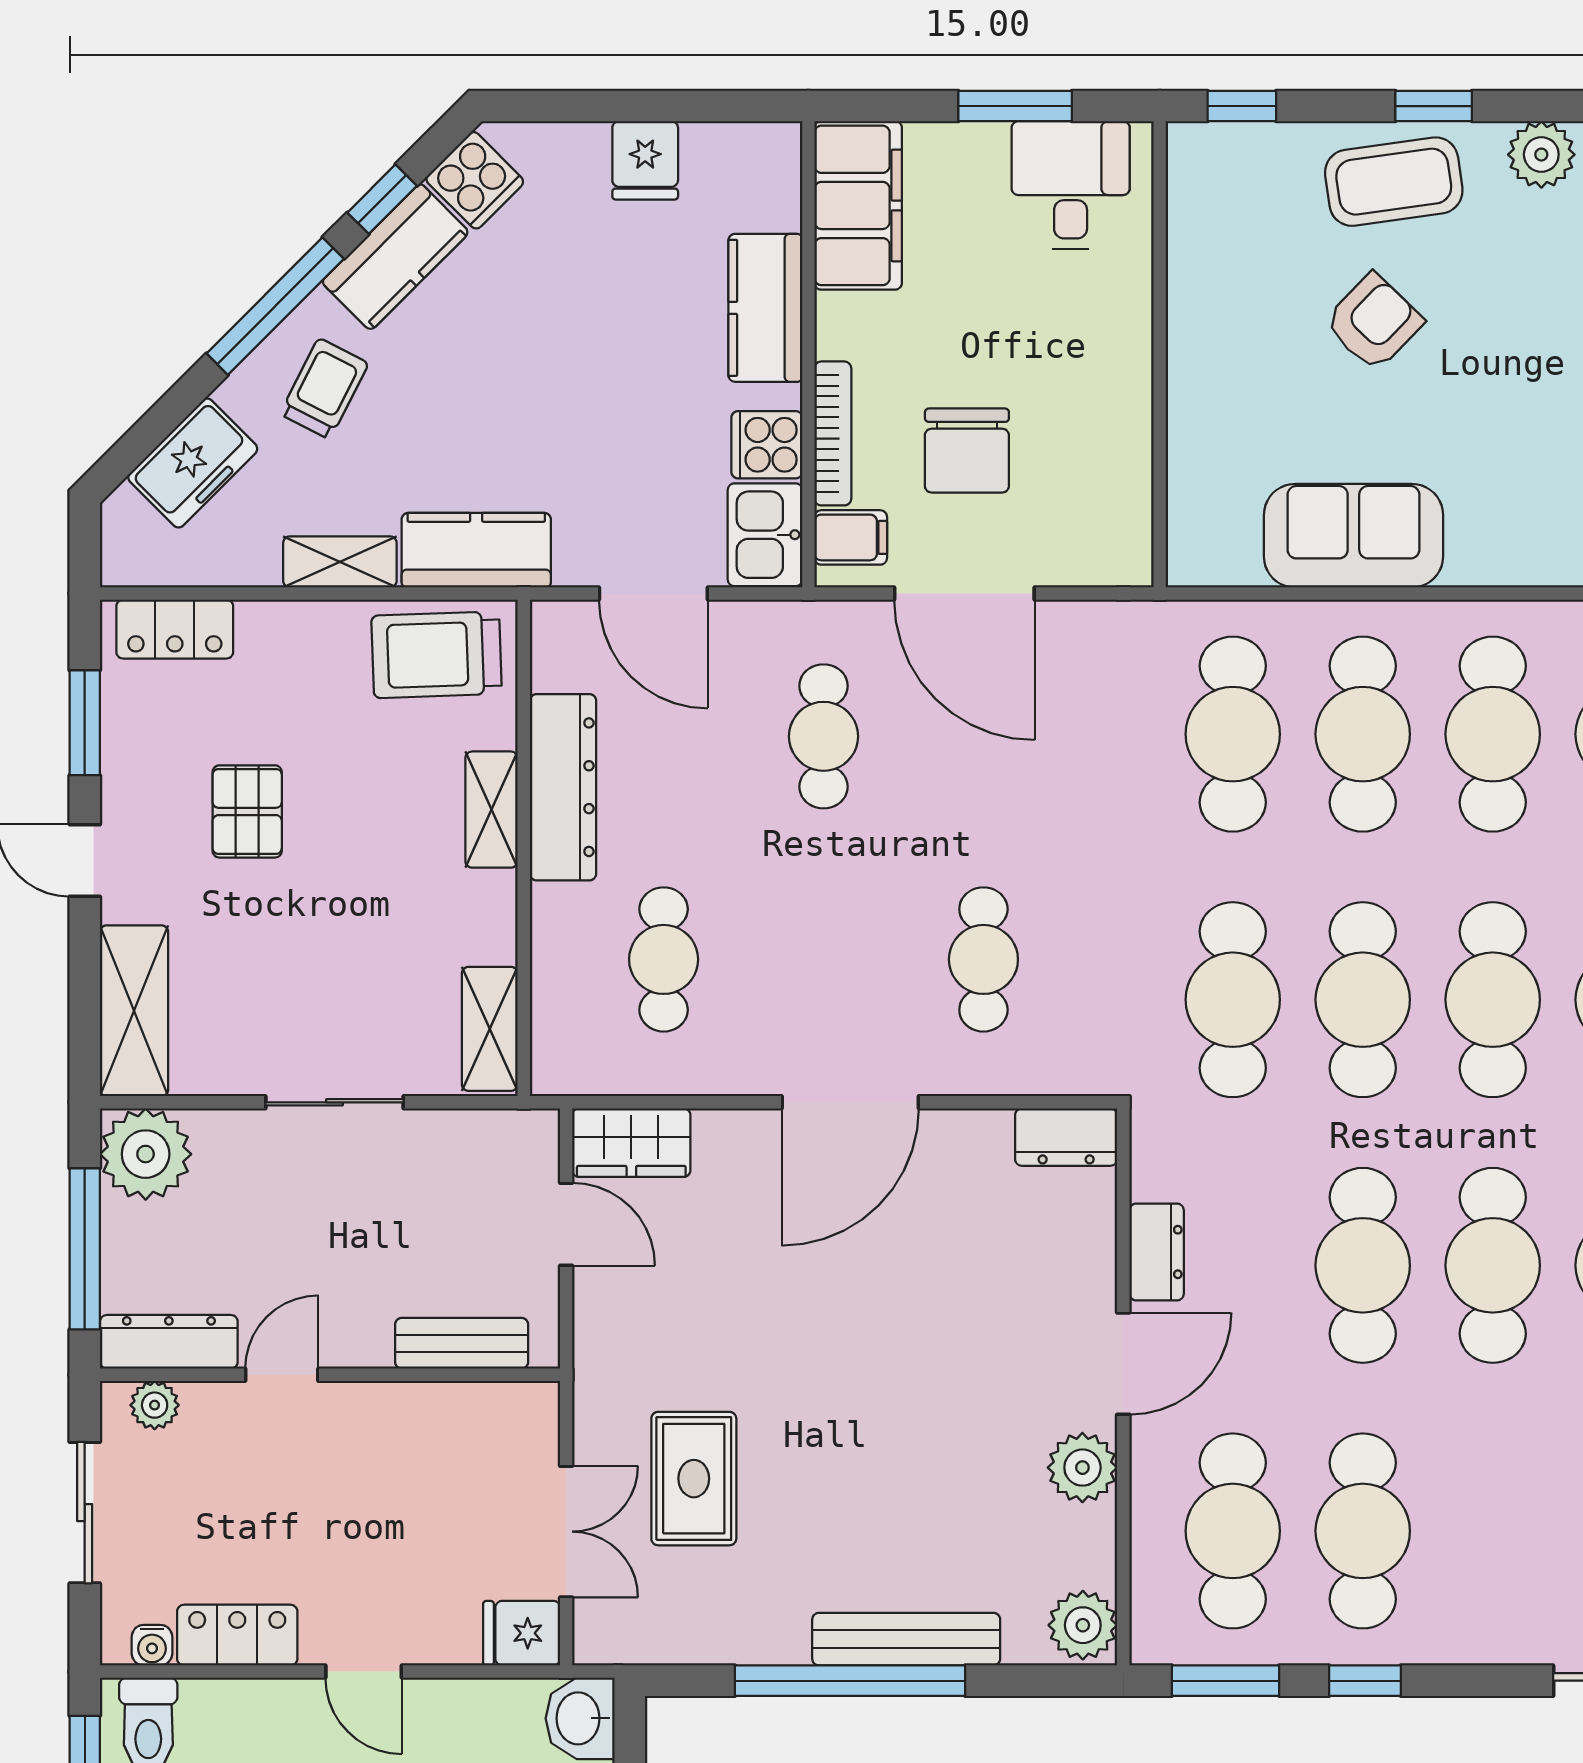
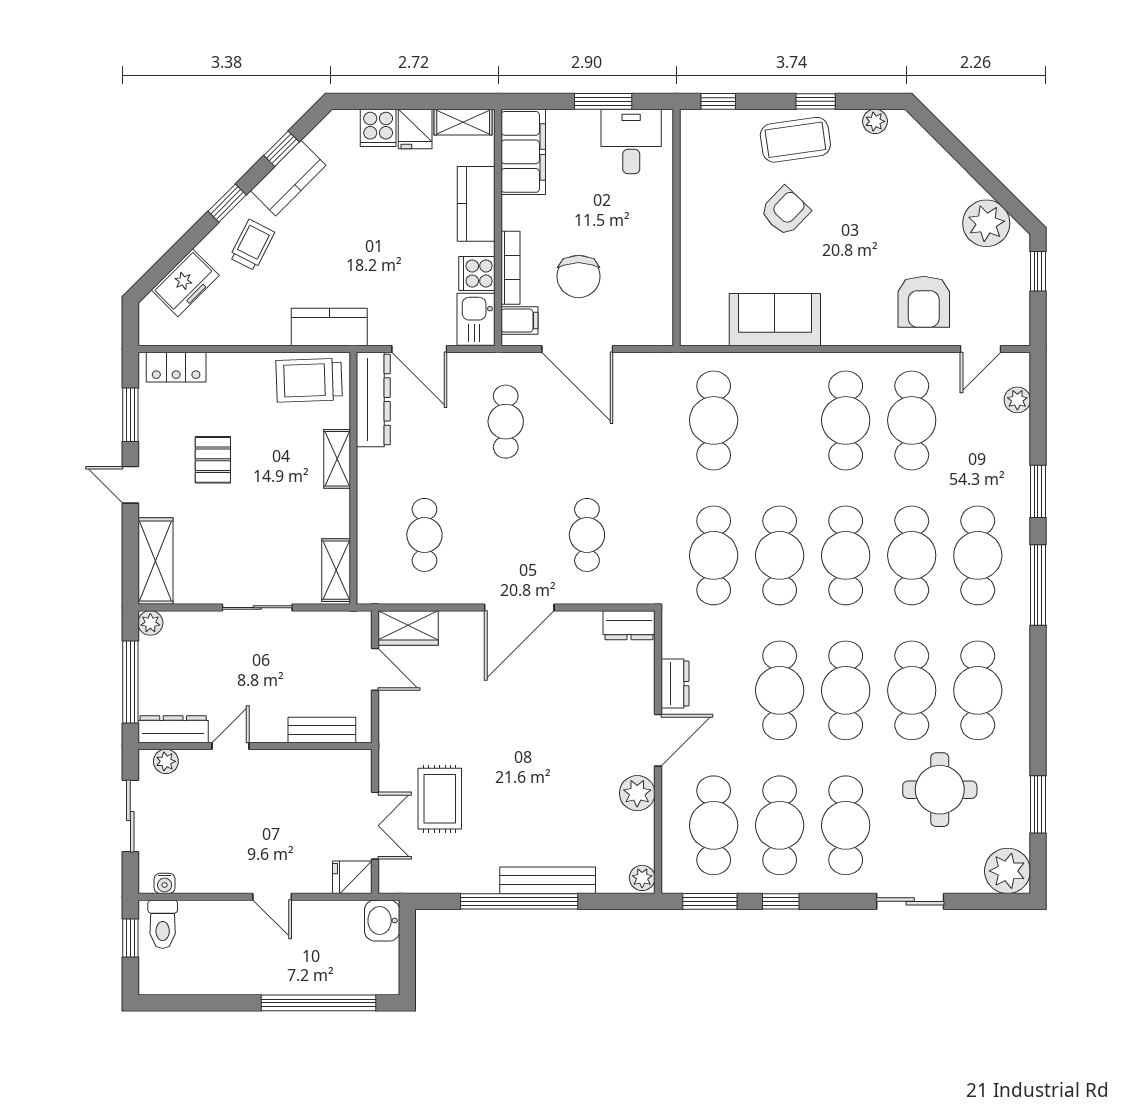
plant: (1541, 155) -> (875, 121), width x0.73, depth x0.73
cooker: (475, 180) -> (378, 128), moved, turned 45
window: (275, 306) -> (227, 203), width x0.46
shelving: (340, 562) -> (463, 122), moved
cafe table: (1363, 734) -> (846, 825), moved
dresser: (563, 787) -> (373, 399), moved
plant: (146, 1154) -> (150, 623), width x0.53, depth x0.53
plant: (1083, 1625) -> (642, 878), width x0.73, depth x0.73
locker: (237, 1635) -> (208, 878), removed

